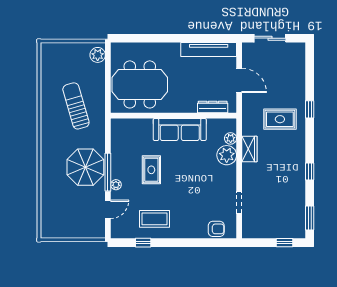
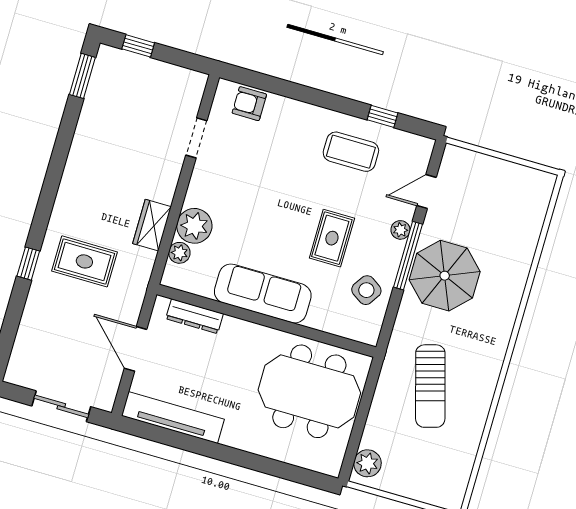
side table: (125, 147) -> (366, 290), added
window: (310, 172) -> (59, 156), removed

